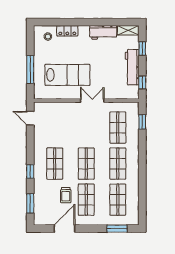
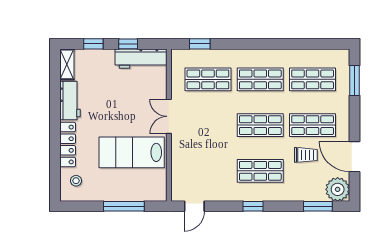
locker: (67, 31) -> (68, 145), width x1.53
workbench: (132, 67) -> (141, 59), moved
lab bench: (67, 75) -> (132, 152), turned -90
window: (142, 83) -> (128, 44), moved
window: (30, 171) -> (253, 206), moved
plant: (42, 217) -> (338, 189), added

